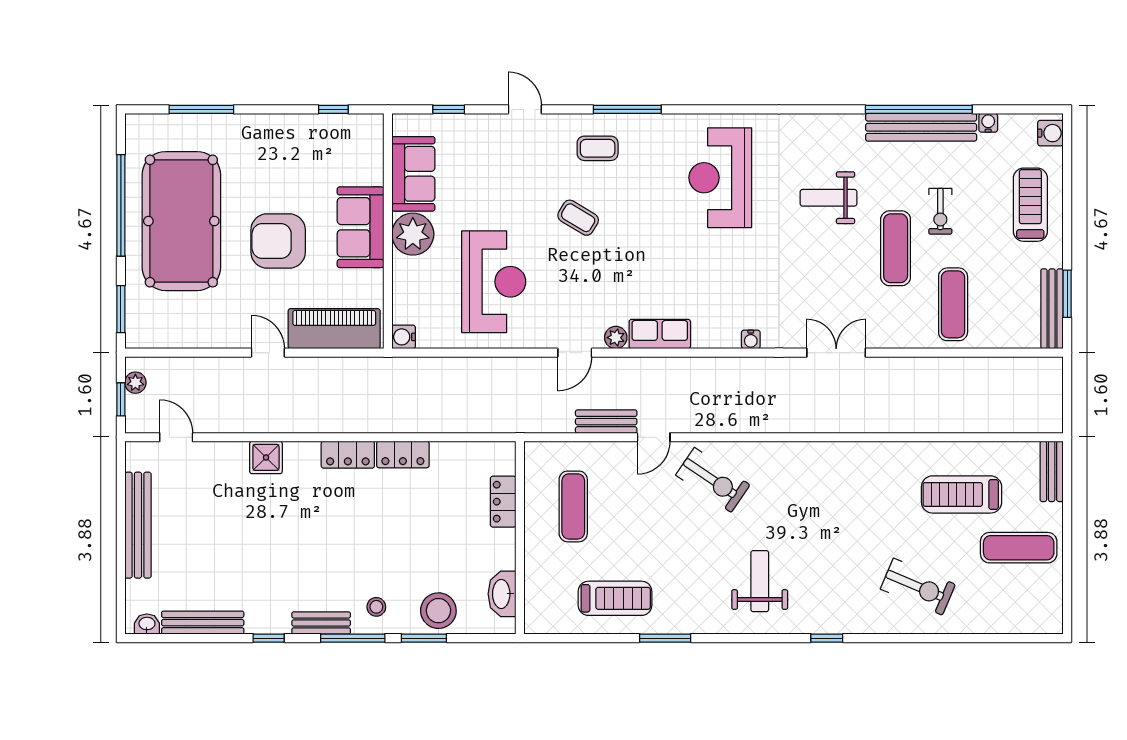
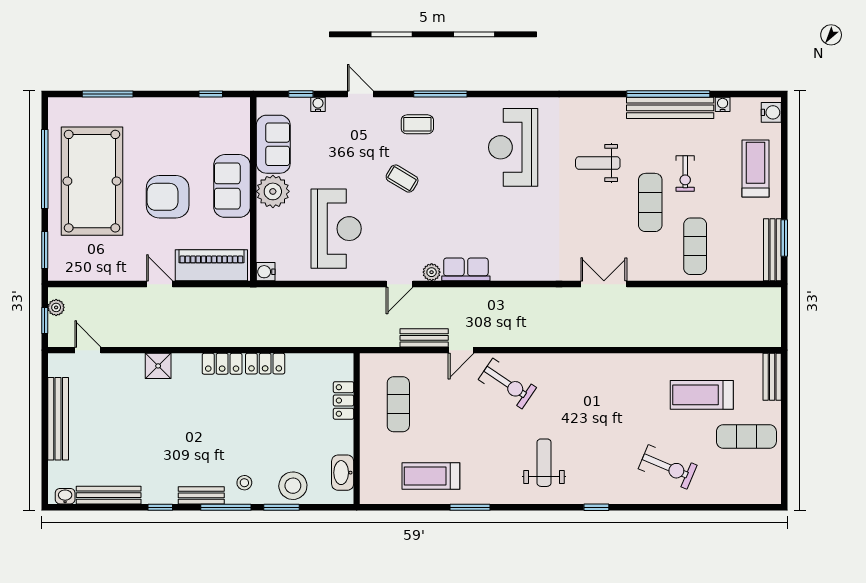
water cooler: (751, 339) -> (318, 104), moved, turned 180
treadmill: (615, 598) -> (431, 476), turned 180

